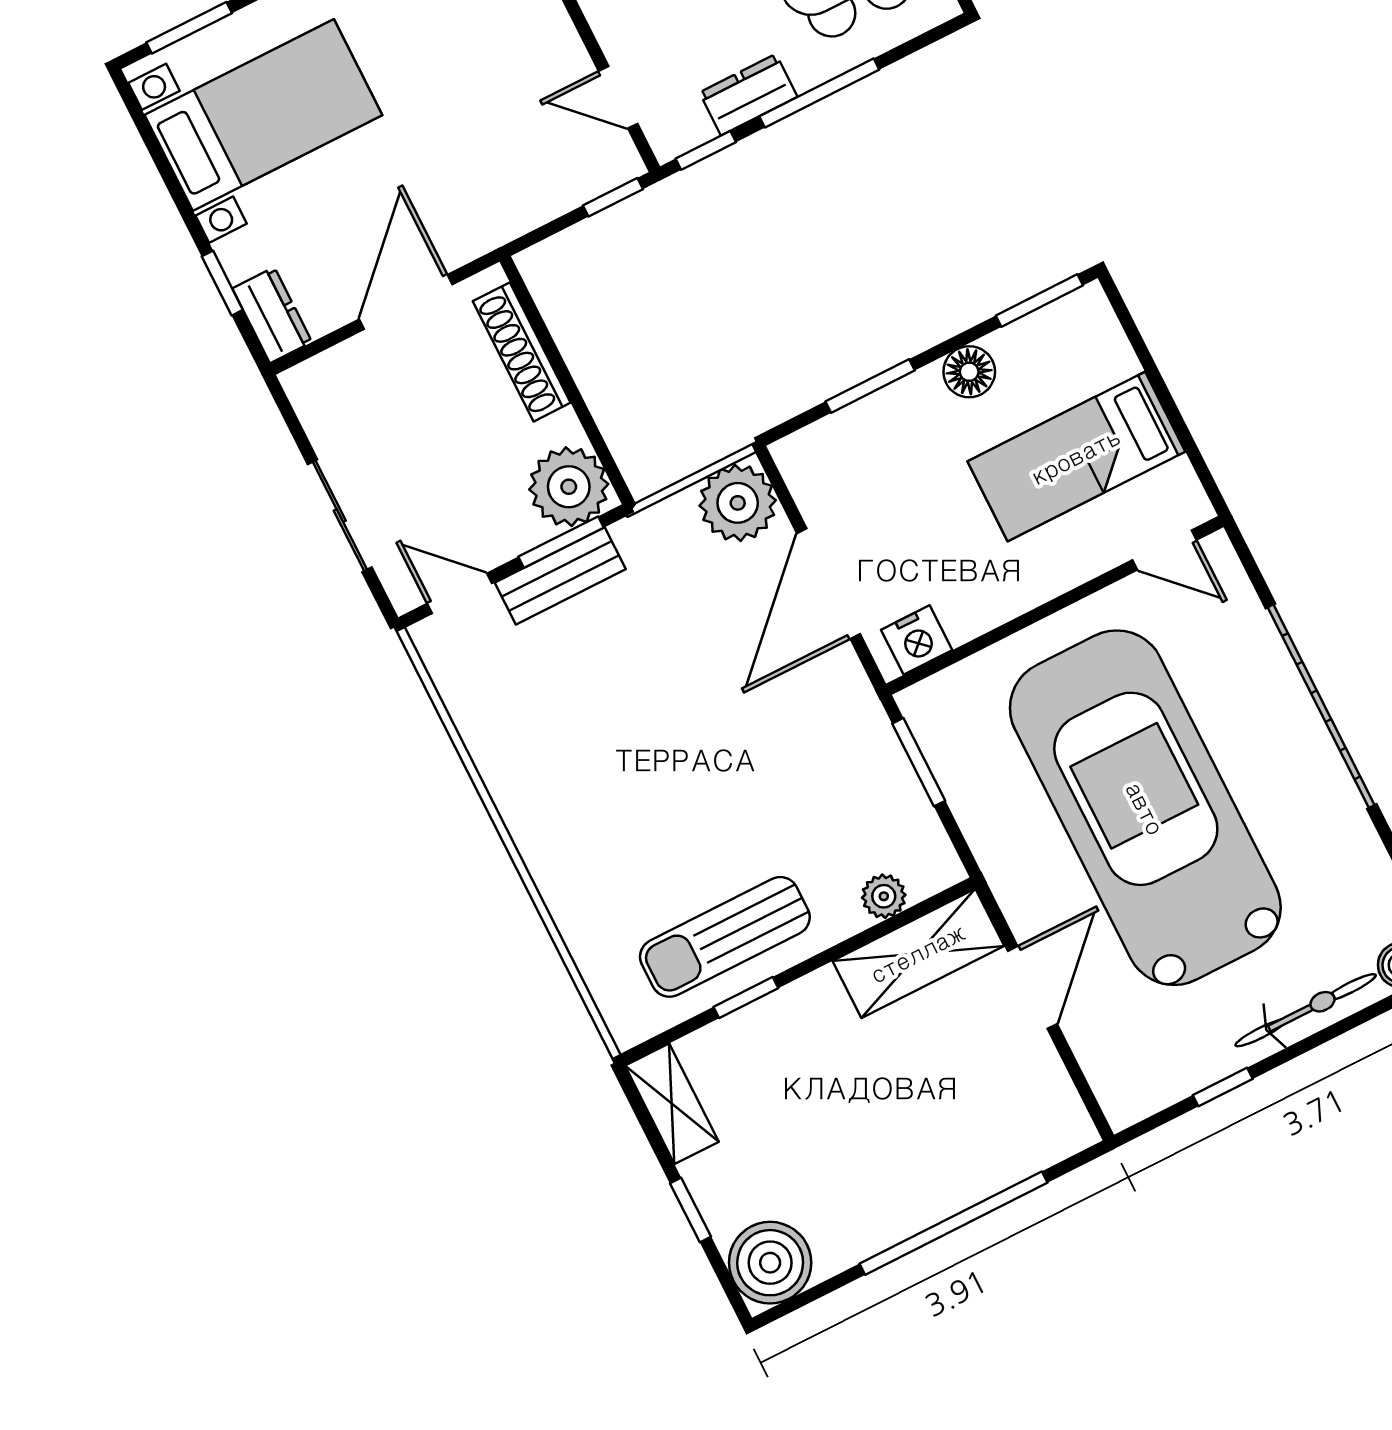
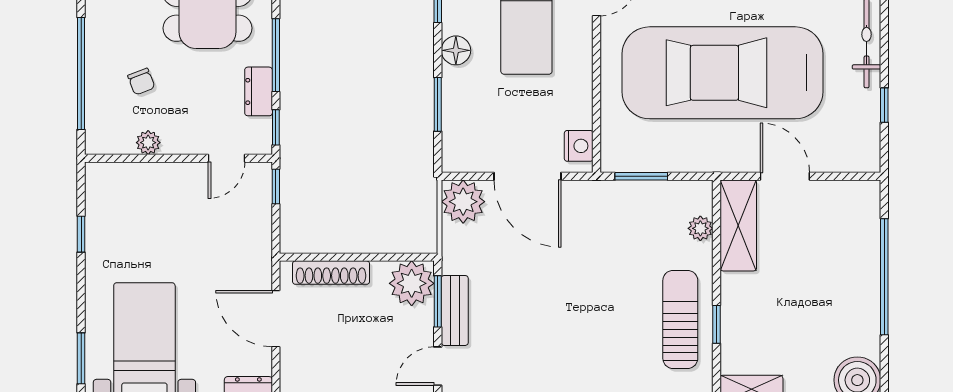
sun lounger: (725, 937) -> (680, 319), turned 180

